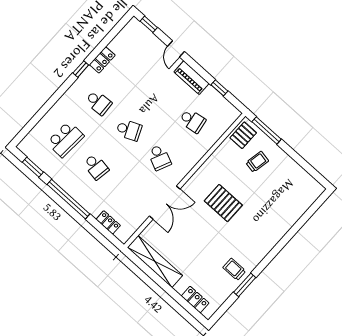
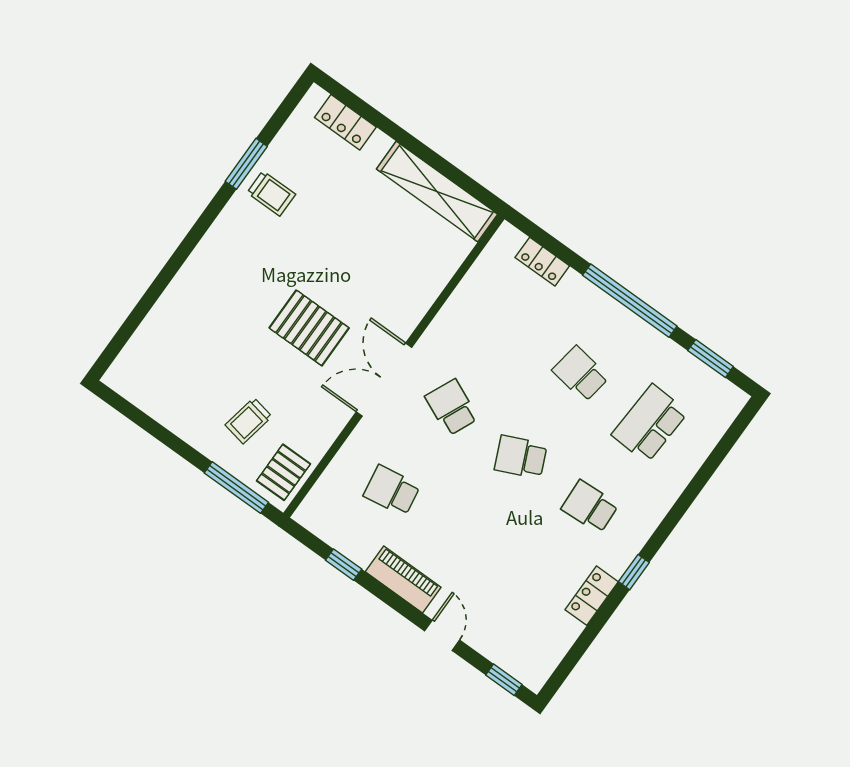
double door: (165, 203) -> (384, 380), moved

